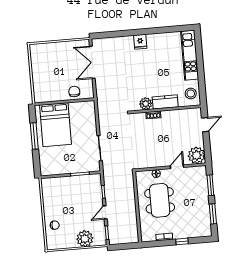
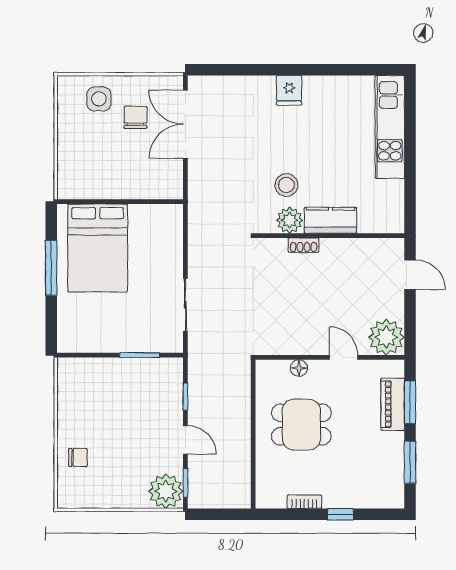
side table: (50, 54) -> (99, 99), added
chair: (74, 92) -> (135, 117), moved
stool: (191, 93) -> (286, 185), moved
door: (205, 125) -> (410, 275), hinge flipped
door: (177, 167) -> (344, 357), hinge flipped
piano: (202, 187) -> (393, 404), added
dining table: (160, 200) -> (301, 425), width x0.73
door: (105, 212) -> (185, 440), swing flipped
plant: (85, 239) -> (166, 491), moved

